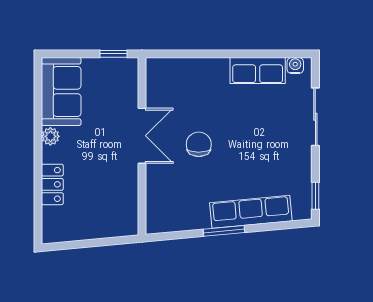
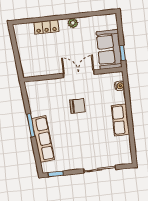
water cooler: (295, 66) -> (120, 86), moved
row of seats: (258, 71) -> (120, 120), moved
sofa: (61, 91) -> (109, 49), moved, turned 90
double door: (142, 136) -> (79, 74), swing flipped

